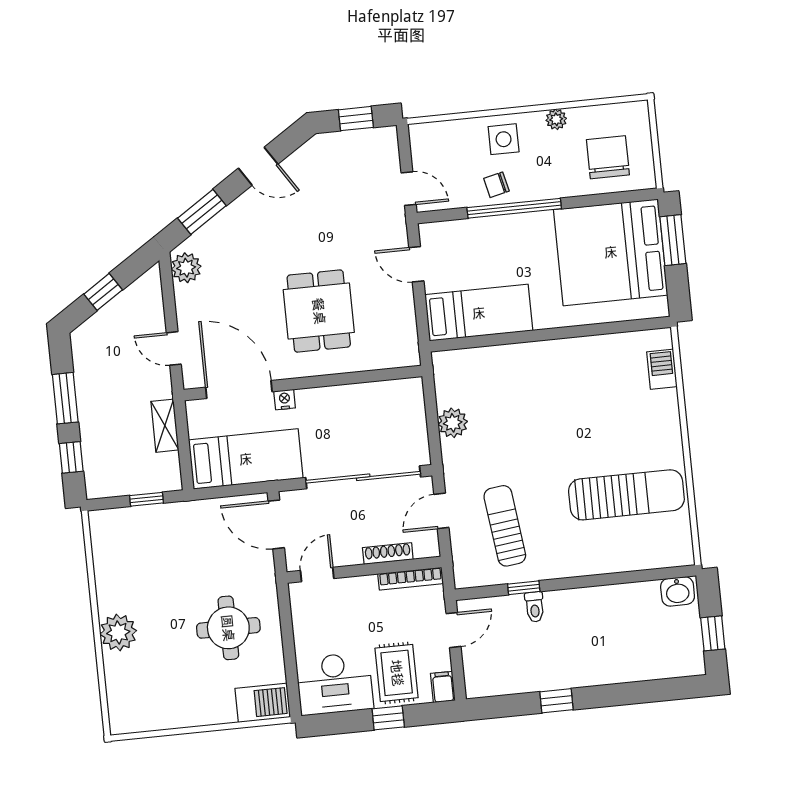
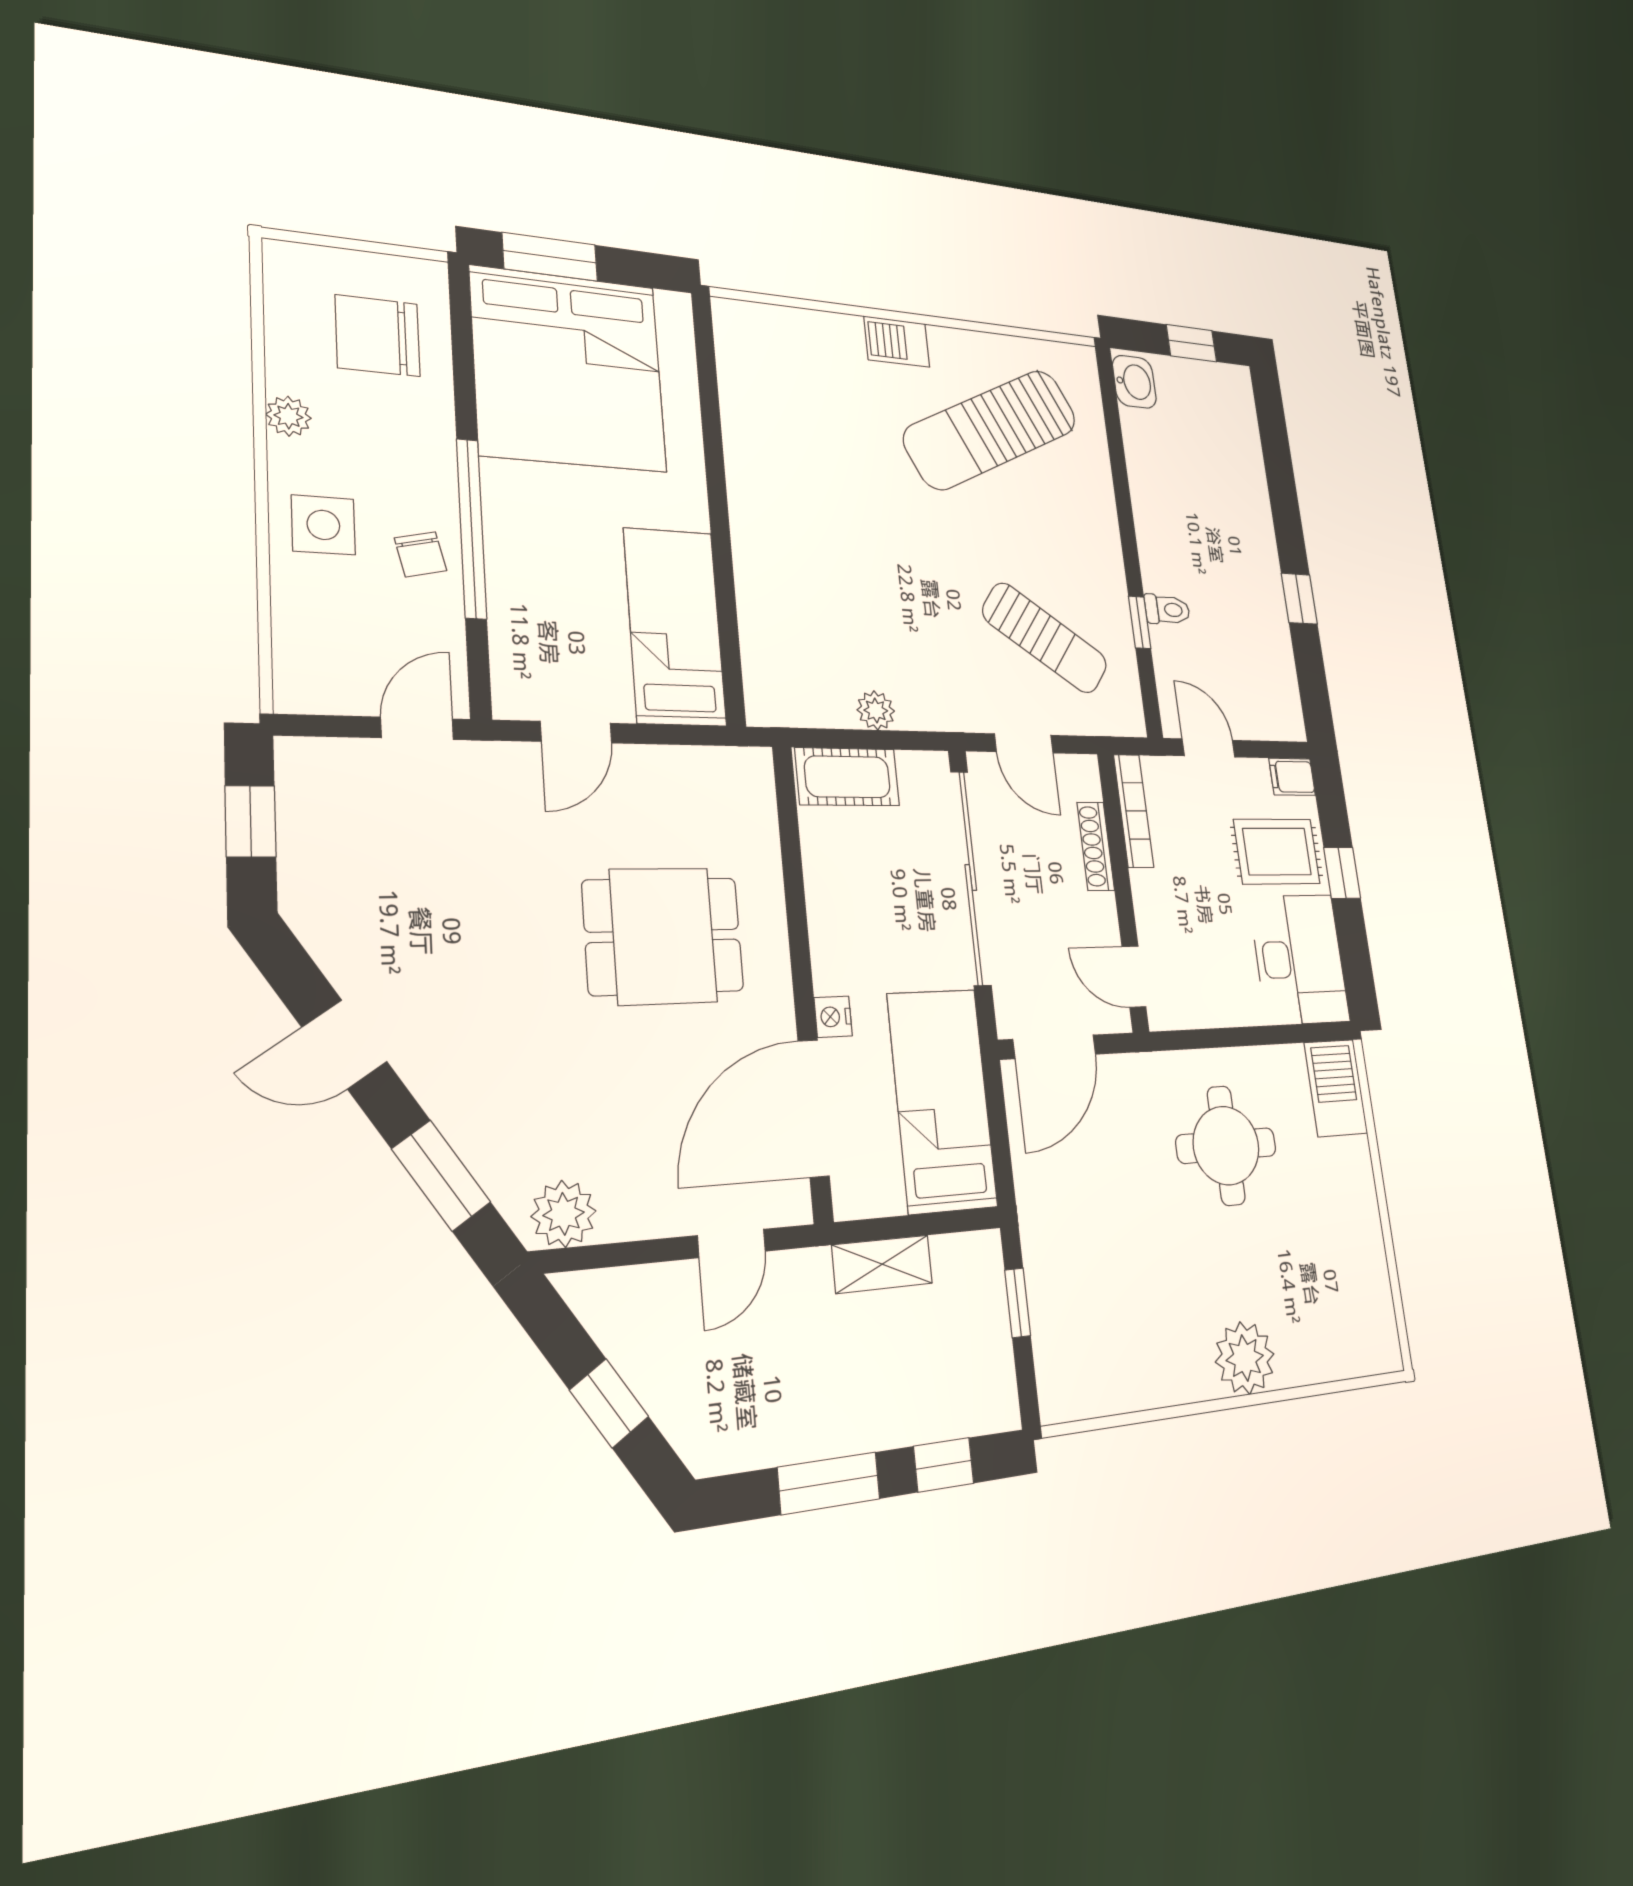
door: (258, 166) -> (345, 1044), swing flipped
barbecue: (662, 369) -> (897, 342), moved
cot: (410, 407) -> (847, 777), added
plant: (453, 423) -> (876, 710), width x0.73, depth x0.73
sun lounger: (626, 495) -> (991, 429), turned -117
sun lounger: (505, 526) -> (1045, 638), turned -138

